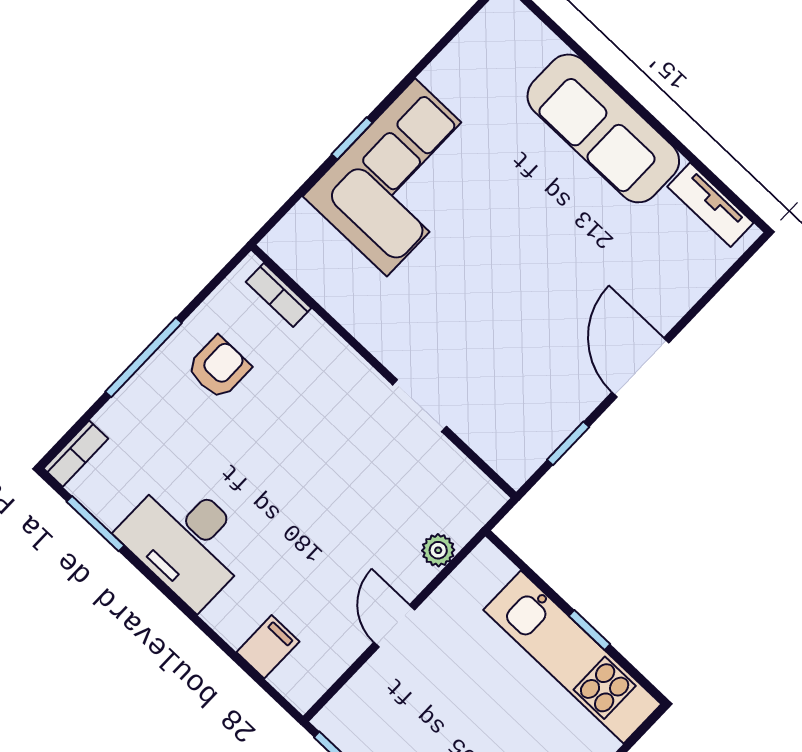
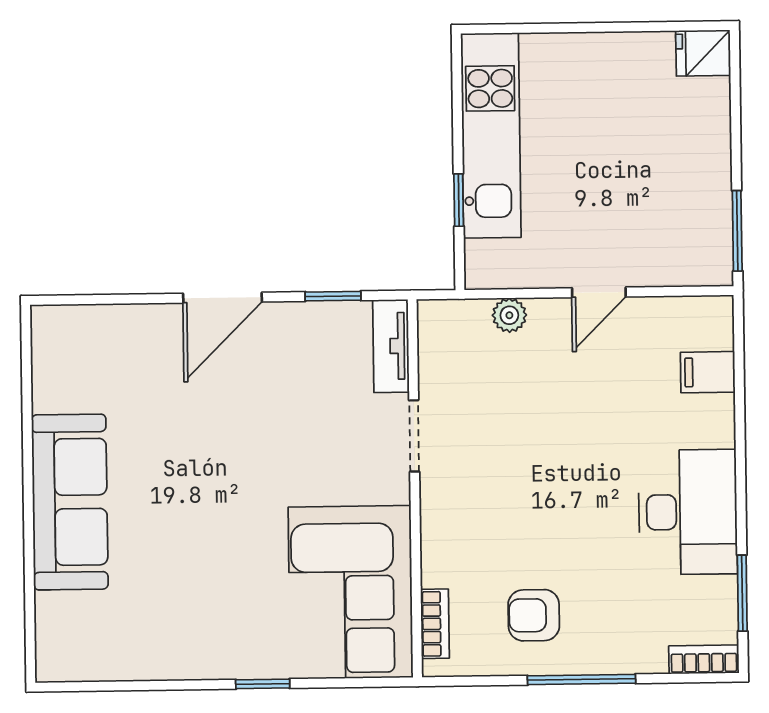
corner sofa: (401, 177) -> (351, 592), moved, turned -90
tv unit: (710, 205) -> (391, 346), moved, turned 180
window: (589, 630) -> (459, 200), moved

